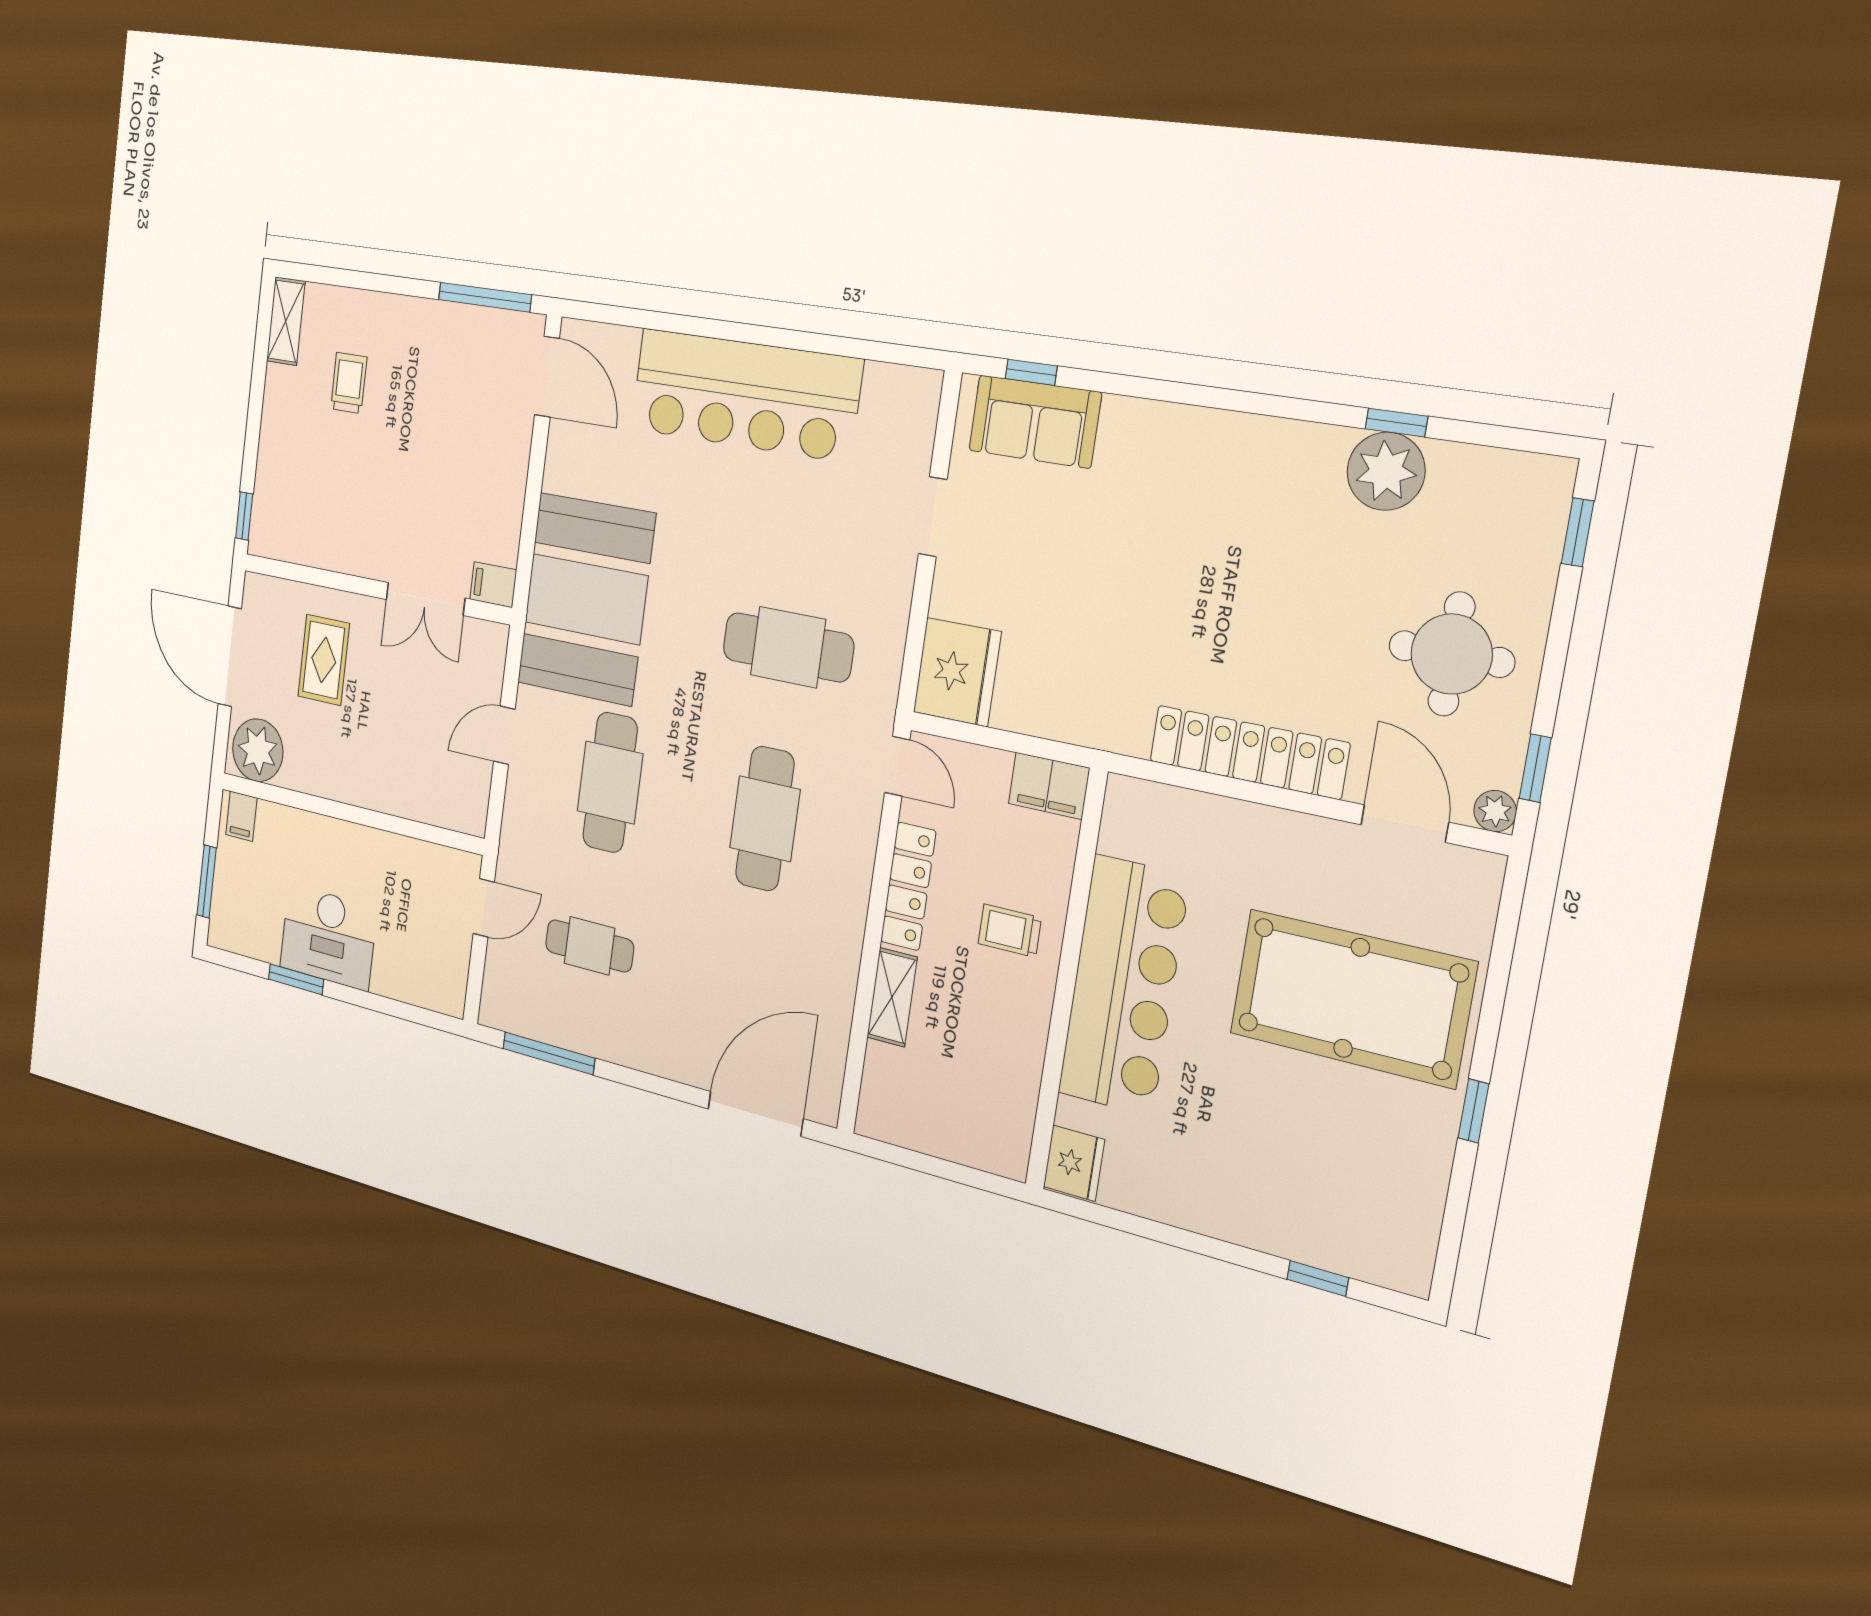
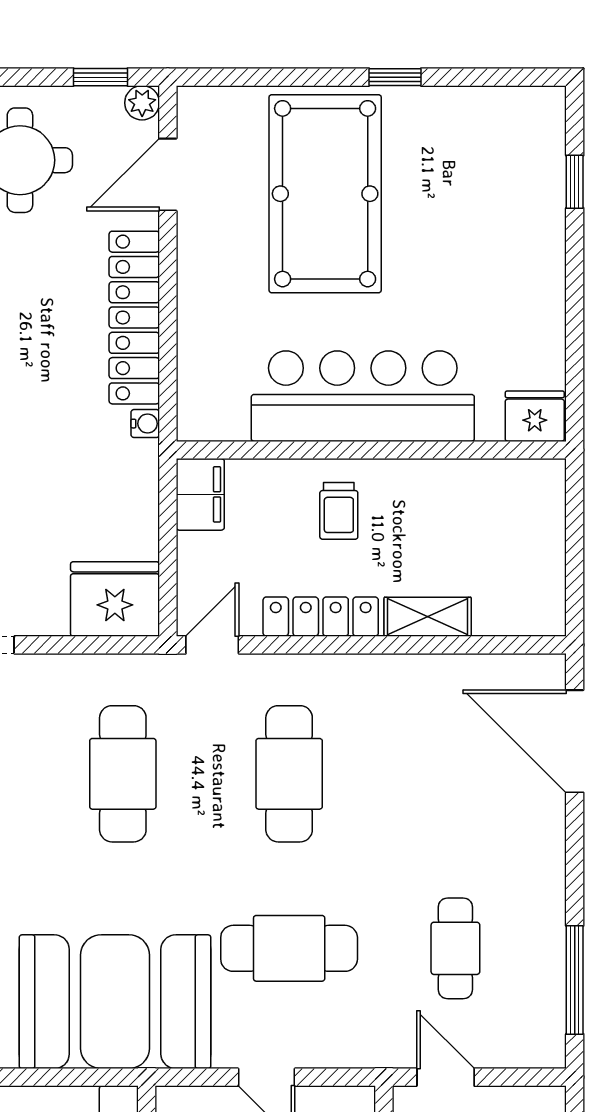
water cooler: (1132, 741) -> (145, 424), added
cafe table: (765, 819) -> (289, 774), turned 90

